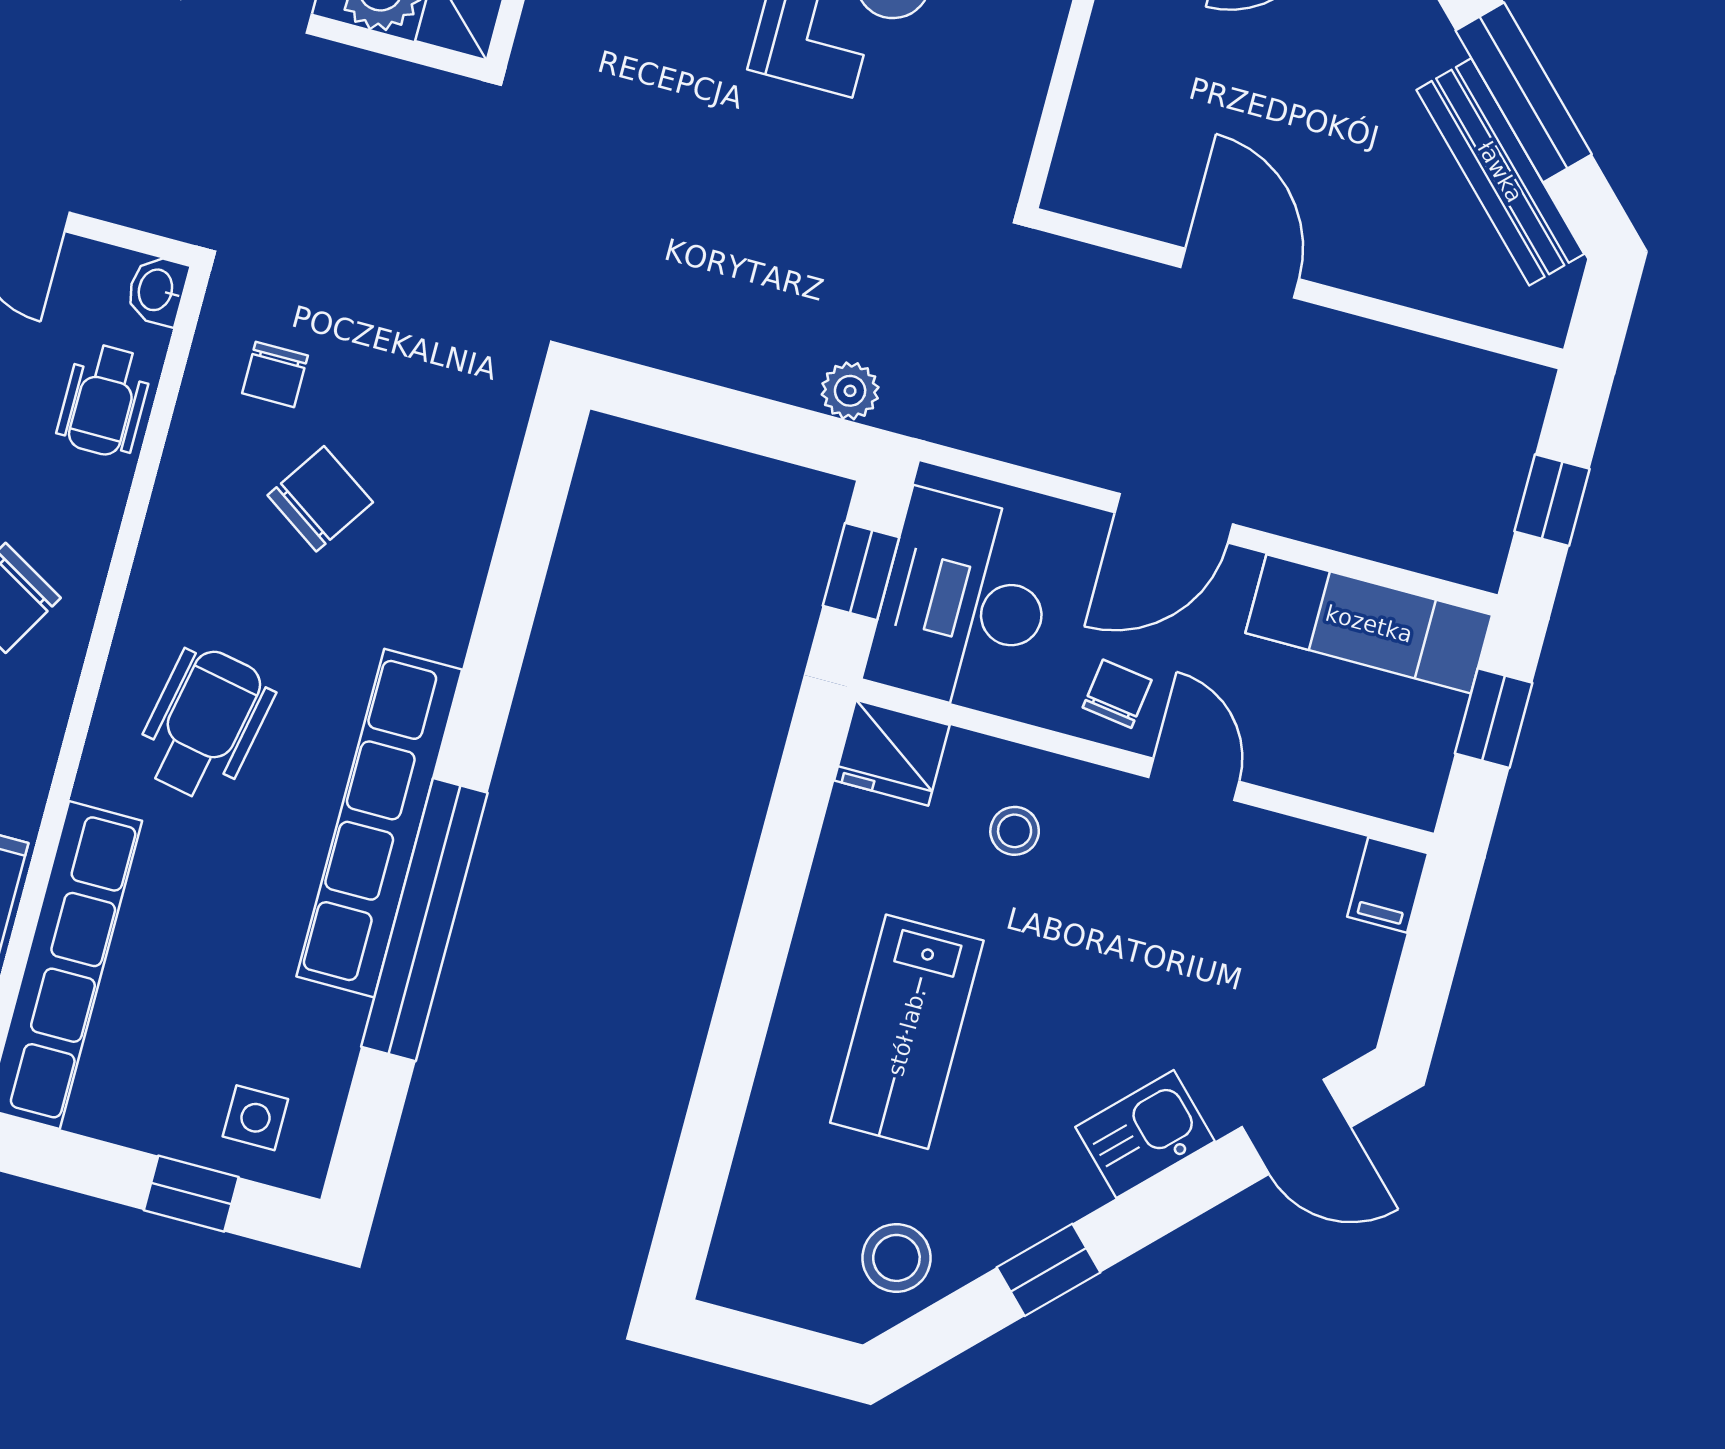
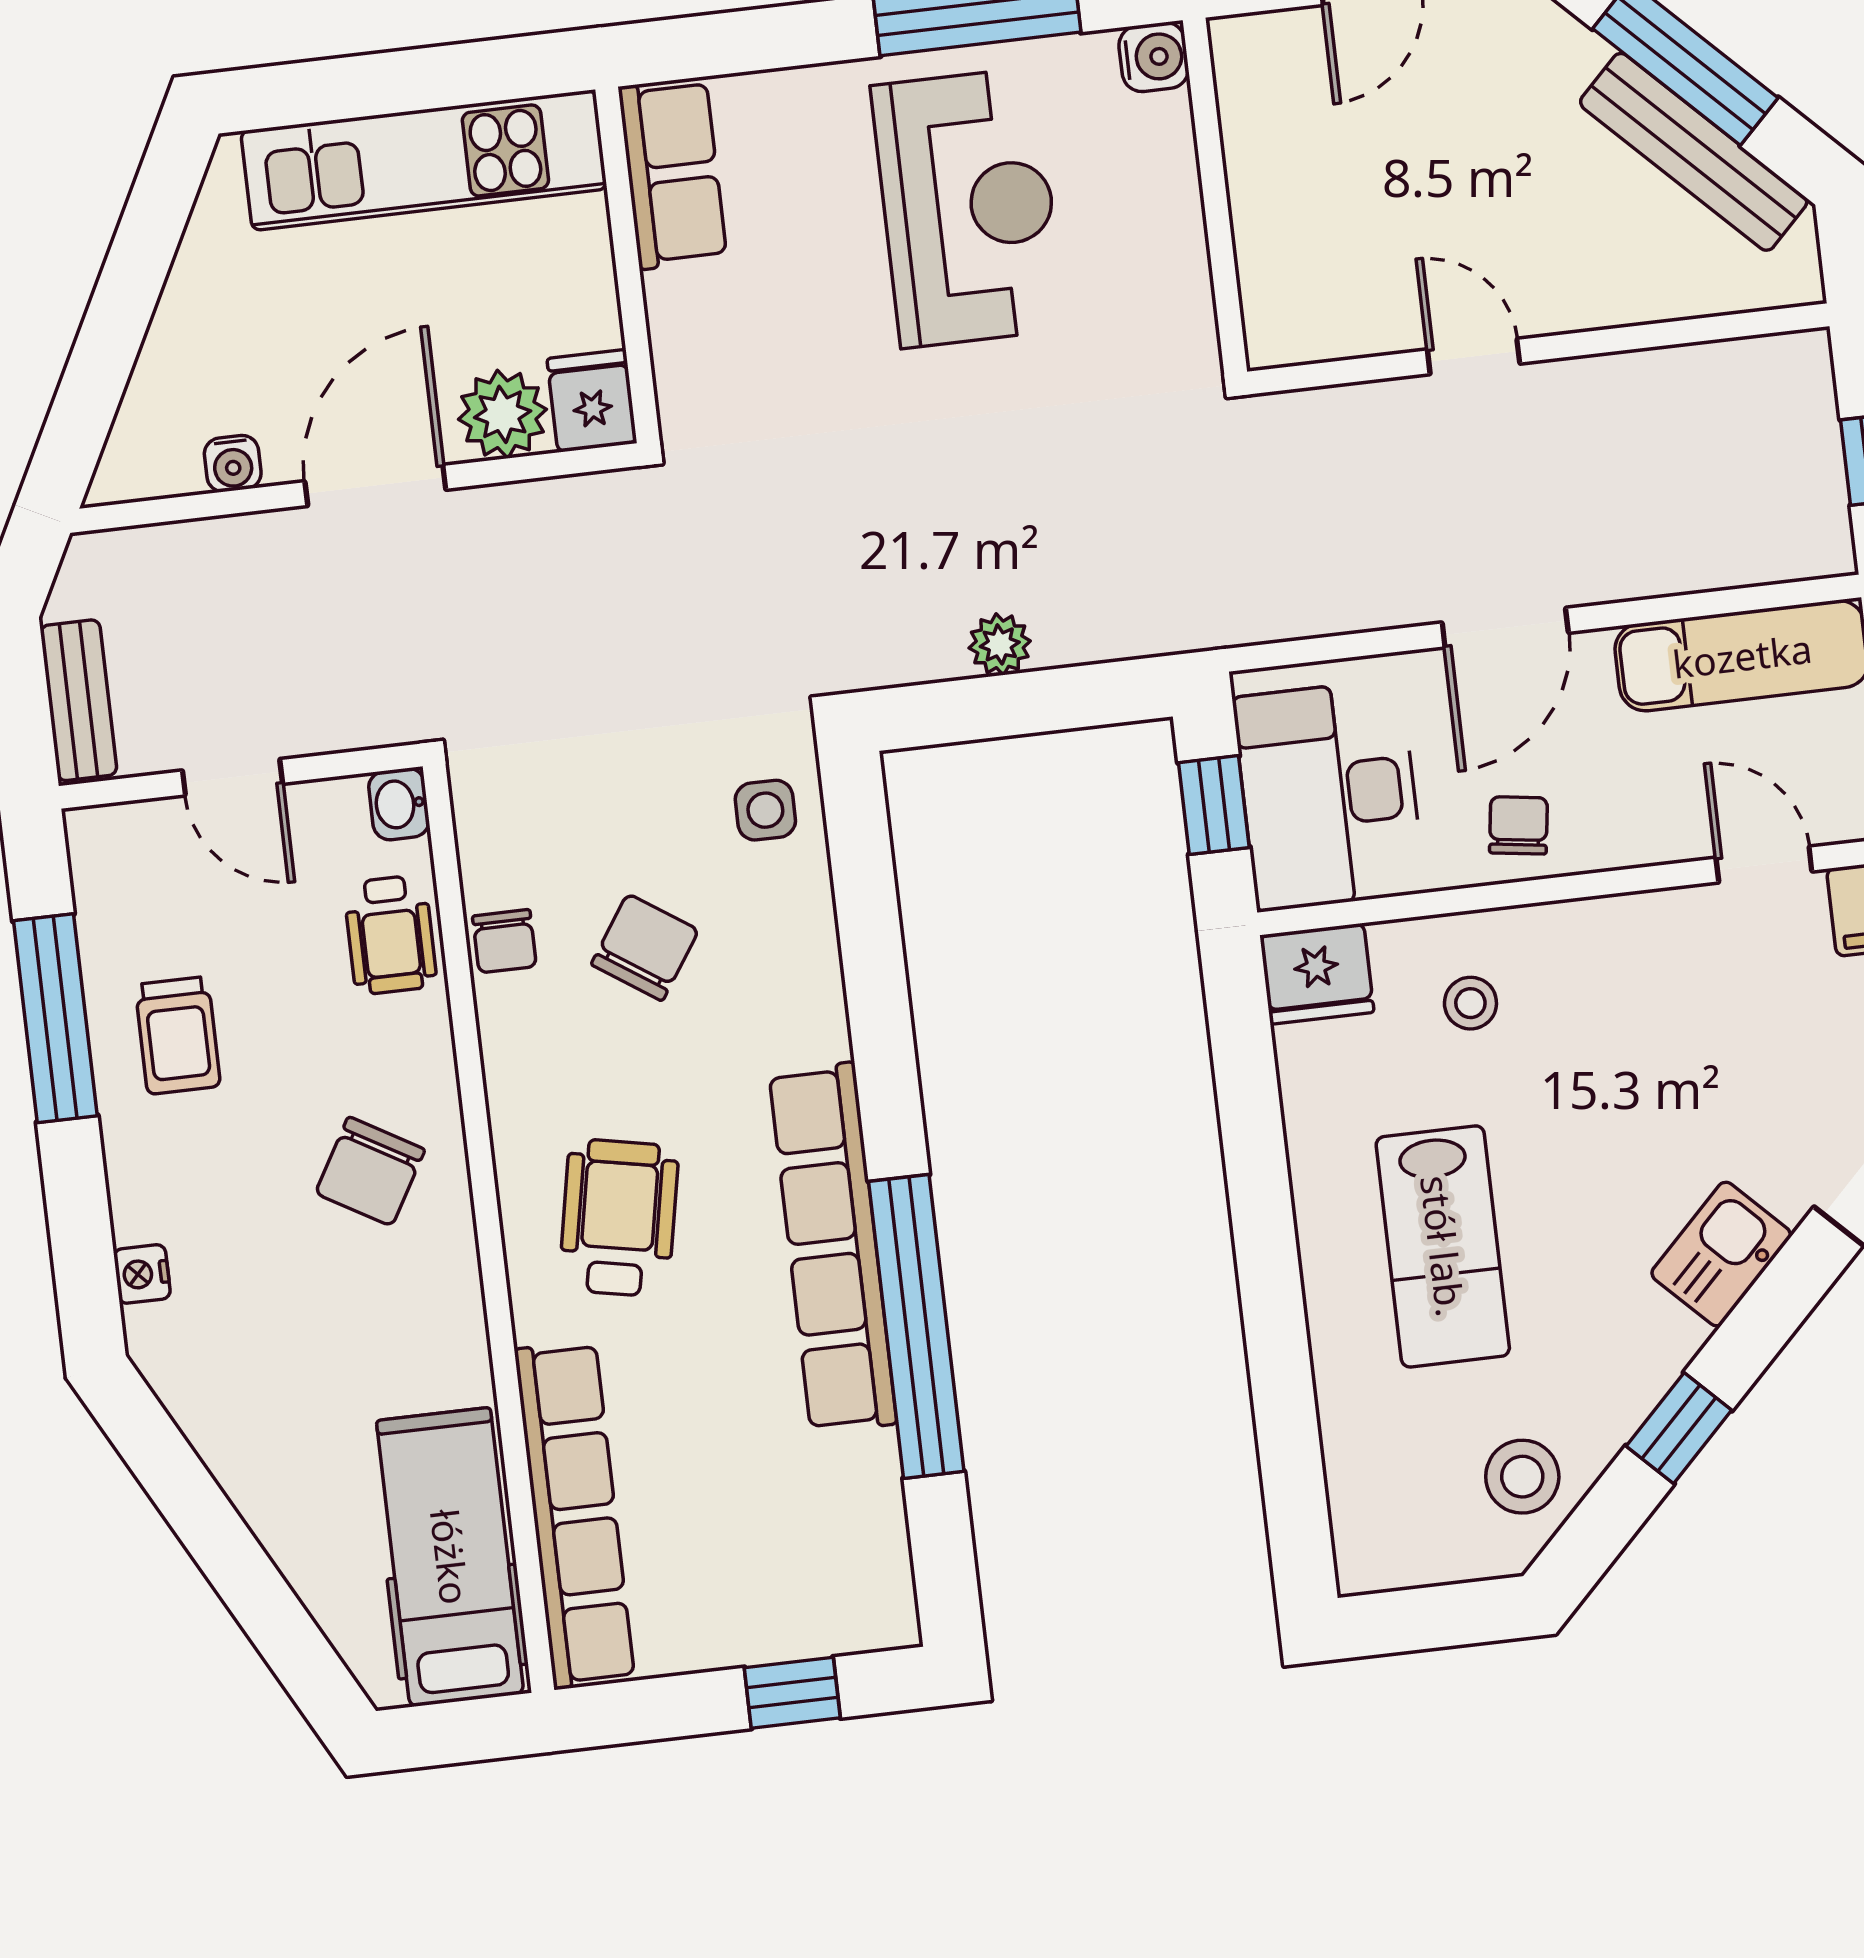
door: (1240, 273) -> (1474, 356), width x0.73
chair: (275, 374) -> (504, 941), moved
plant: (850, 391) -> (1000, 644), moved
door: (1194, 779) -> (1764, 865), moved
side table: (255, 1118) -> (765, 810), moved

